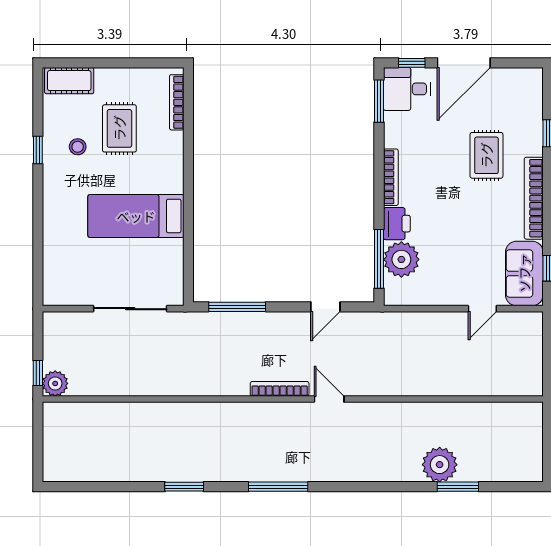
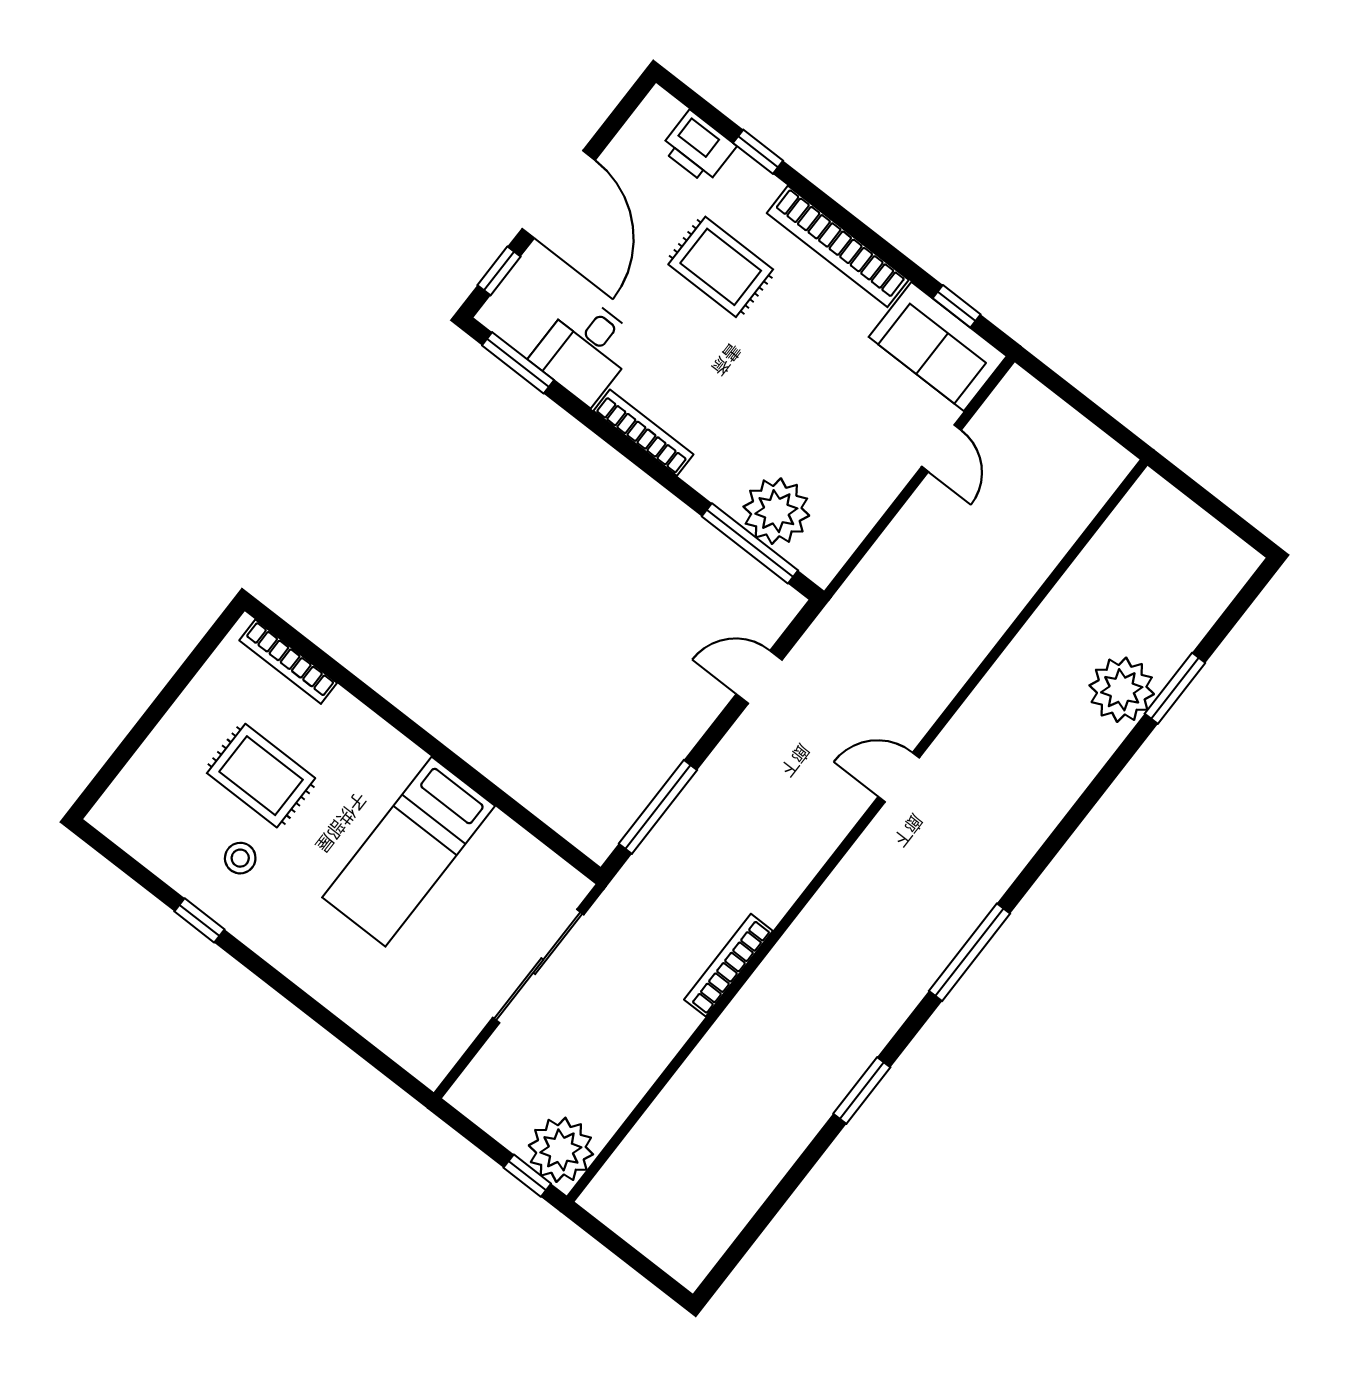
cot: (69, 81) -> (133, 795), removed
desk: (407, 89) -> (586, 350), moved
printer: (397, 224) -> (698, 147), moved, turned 180
door: (325, 307) -> (759, 677), swing flipped
plant: (55, 383) -> (561, 1150), width x1.36, depth x1.36
bookcase: (280, 389) -> (728, 965), moved

